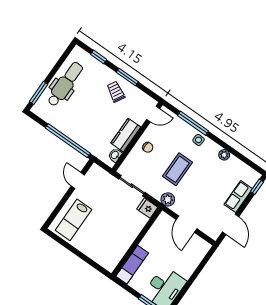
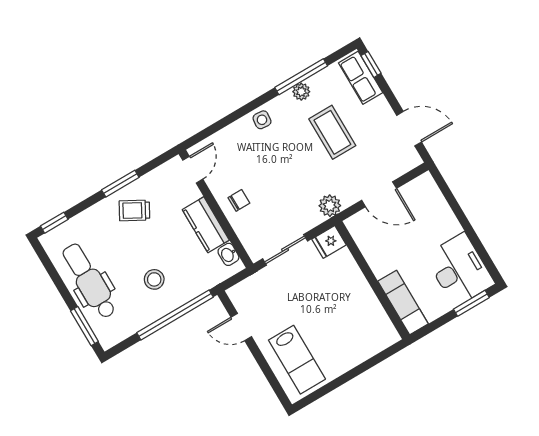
window: (99, 57) -> (54, 223), moved
stool: (82, 120) -> (154, 279), added
window: (193, 123) -> (301, 77), moved
coffee table: (178, 169) -> (332, 132), moved
row of seats: (238, 197) -> (361, 78), moved

